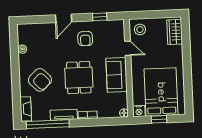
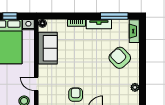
sofa: (117, 75) -> (48, 48), moved
dining table: (79, 78) -> (83, 58), removed
window: (48, 124) -> (114, 16), width x0.68

